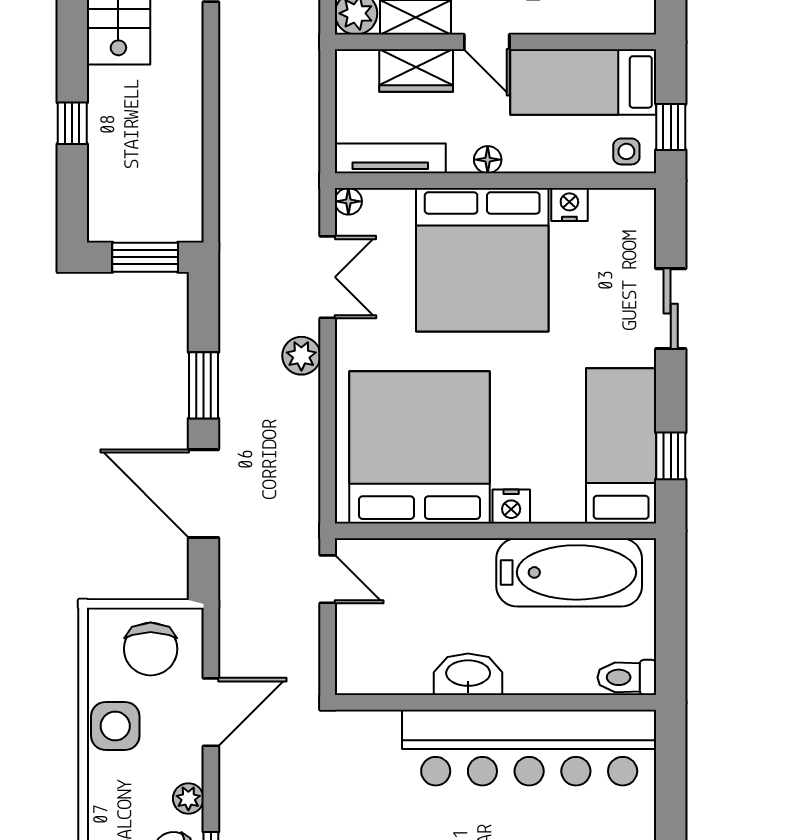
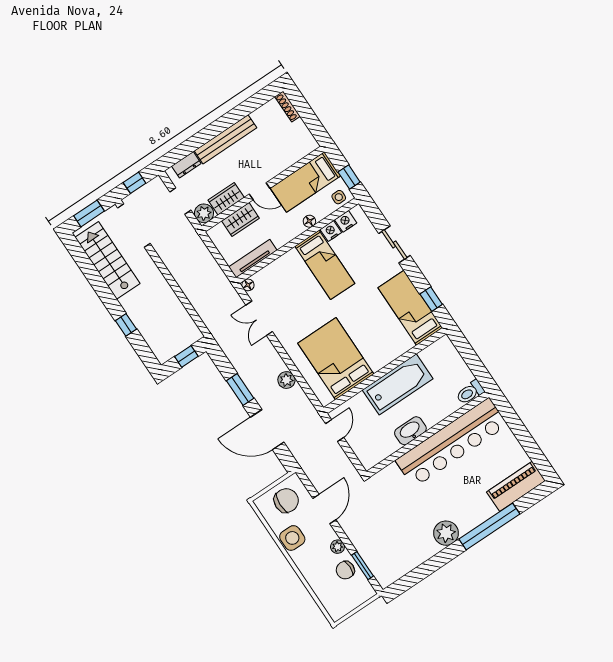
floor lamp: (488, 160) -> (309, 221), moved
window: (145, 257) -> (186, 356), width x0.67
bed: (482, 260) -> (325, 265), width x0.49
double door: (328, 277) -> (259, 318), swing flipped
plant: (301, 356) -> (286, 380), moved
bed: (419, 447) -> (336, 359), width x0.73
nightstand: (511, 506) -> (346, 221), moved, turned 180
bathtub: (569, 572) -> (398, 384), moved
door: (328, 579) -> (335, 430), hinge flipped
chair: (151, 649) -> (286, 501), turned -88

